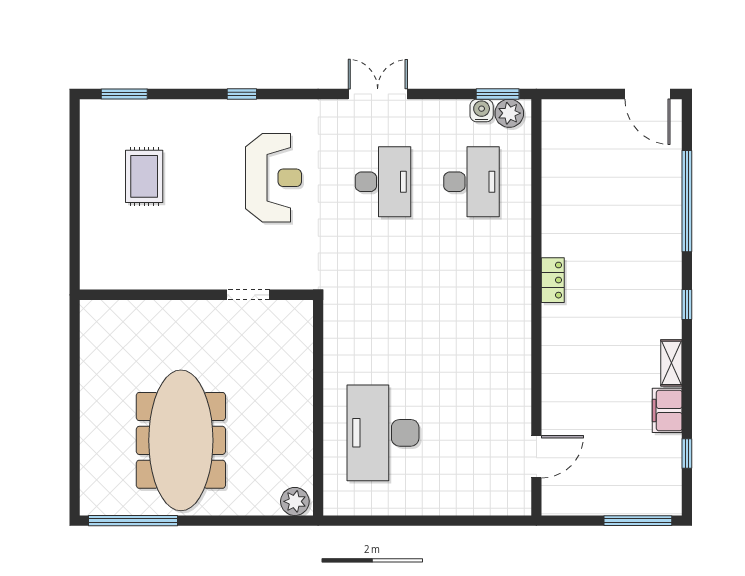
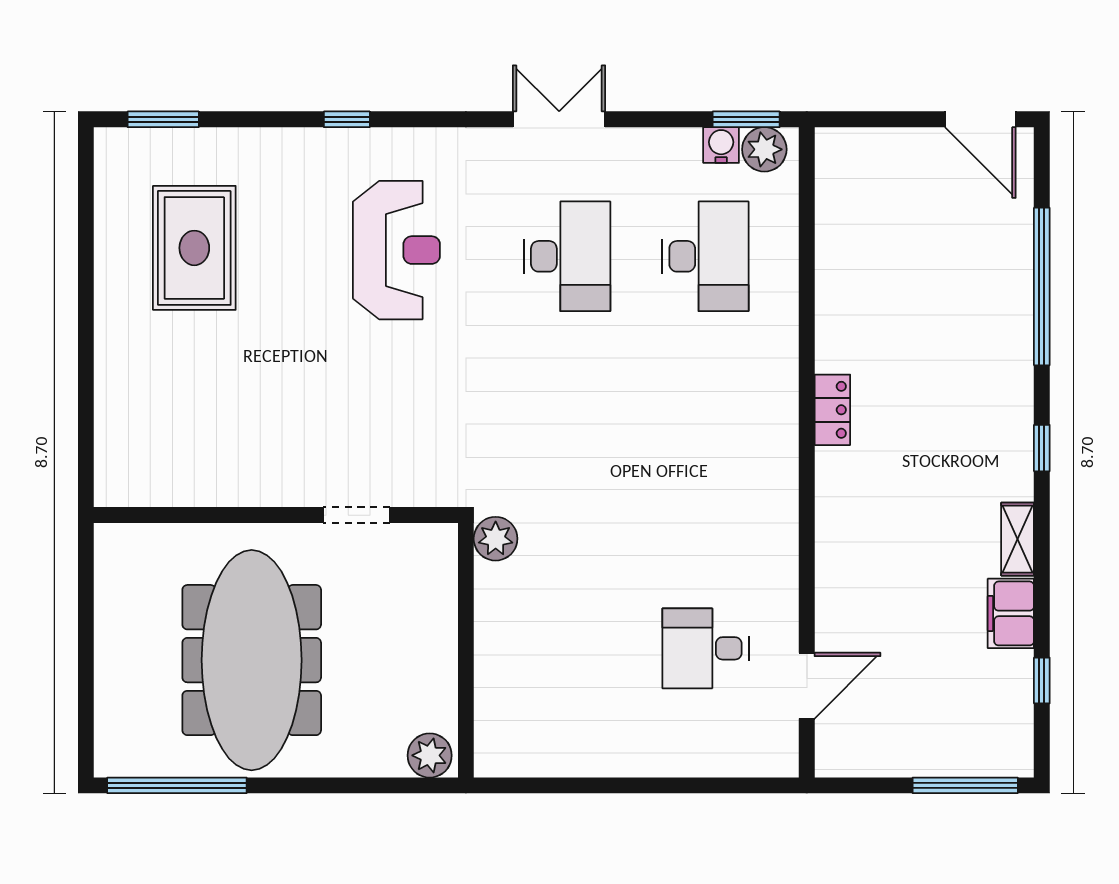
rug: (144, 176) -> (194, 248), width x1.36, depth x1.43
wall: (196, 295) -> (276, 515), moved
doorway: (248, 295) -> (357, 515), moved
plant: (337, 363) -> (496, 539), added
desk: (383, 433) -> (705, 648), moved, width x0.53, depth x0.77

